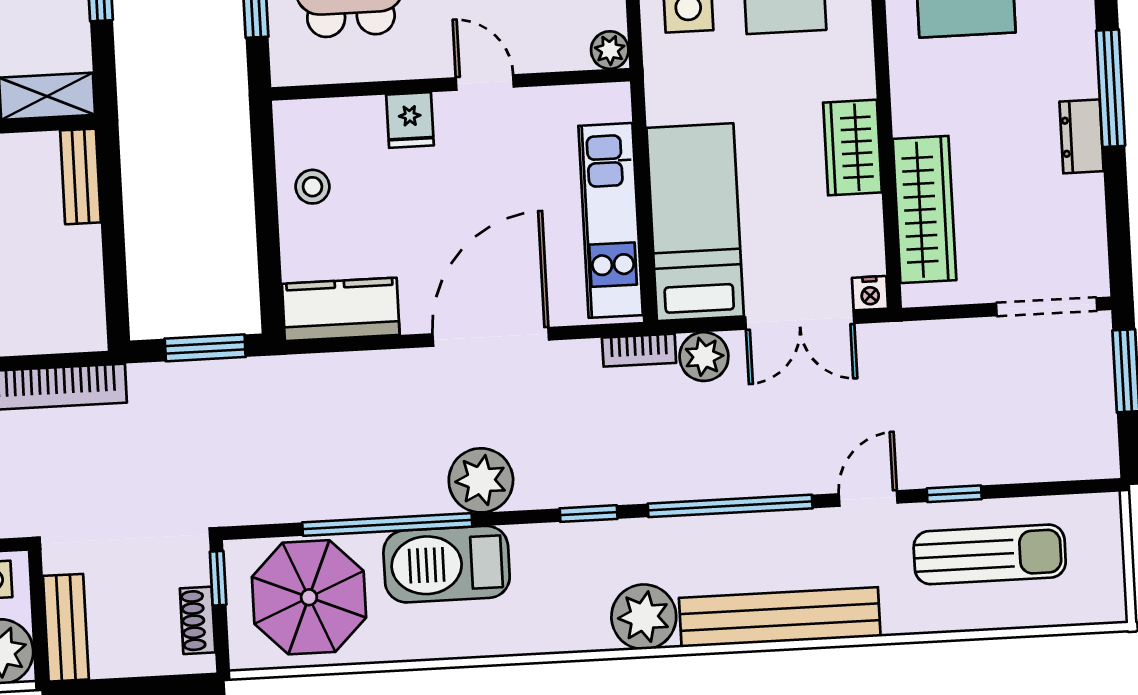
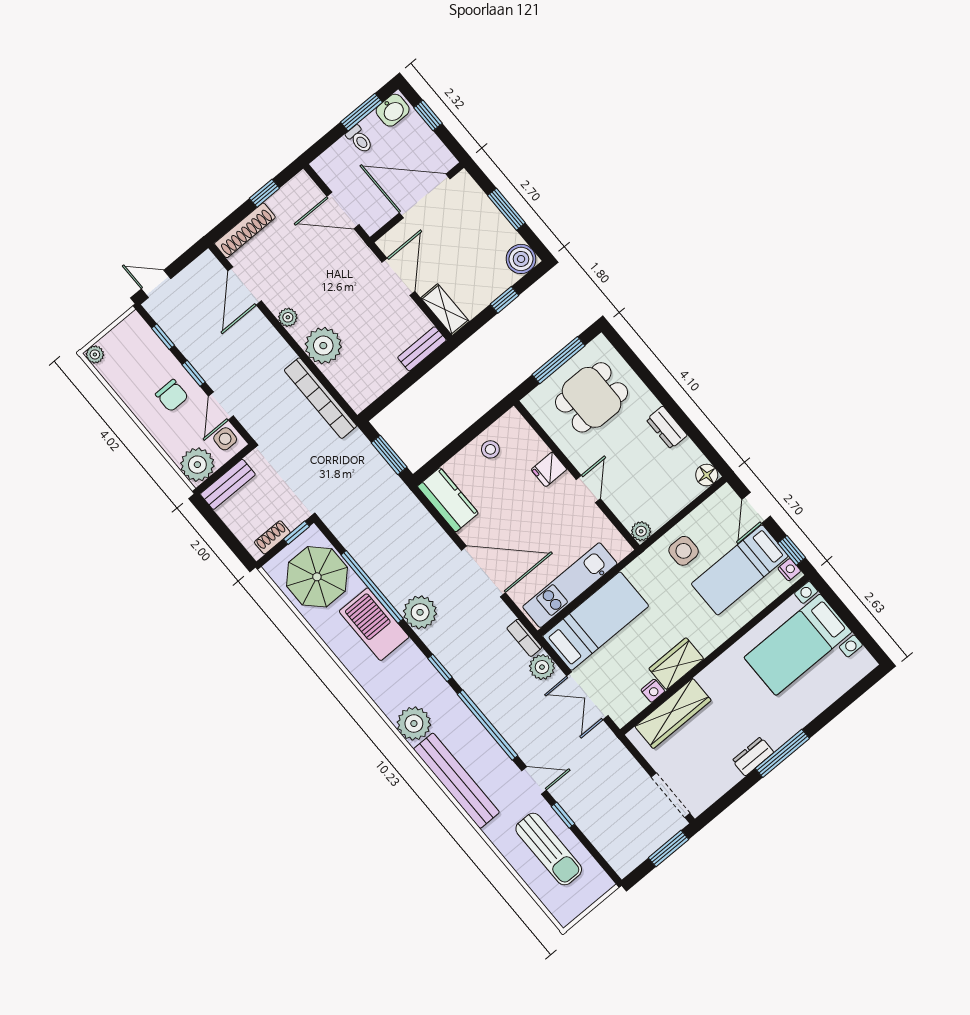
nightstand: (870, 293) -> (653, 691), moved, turned -90

